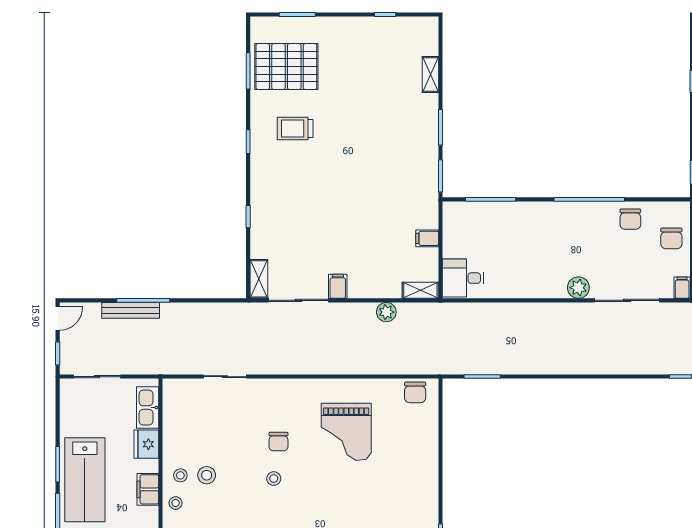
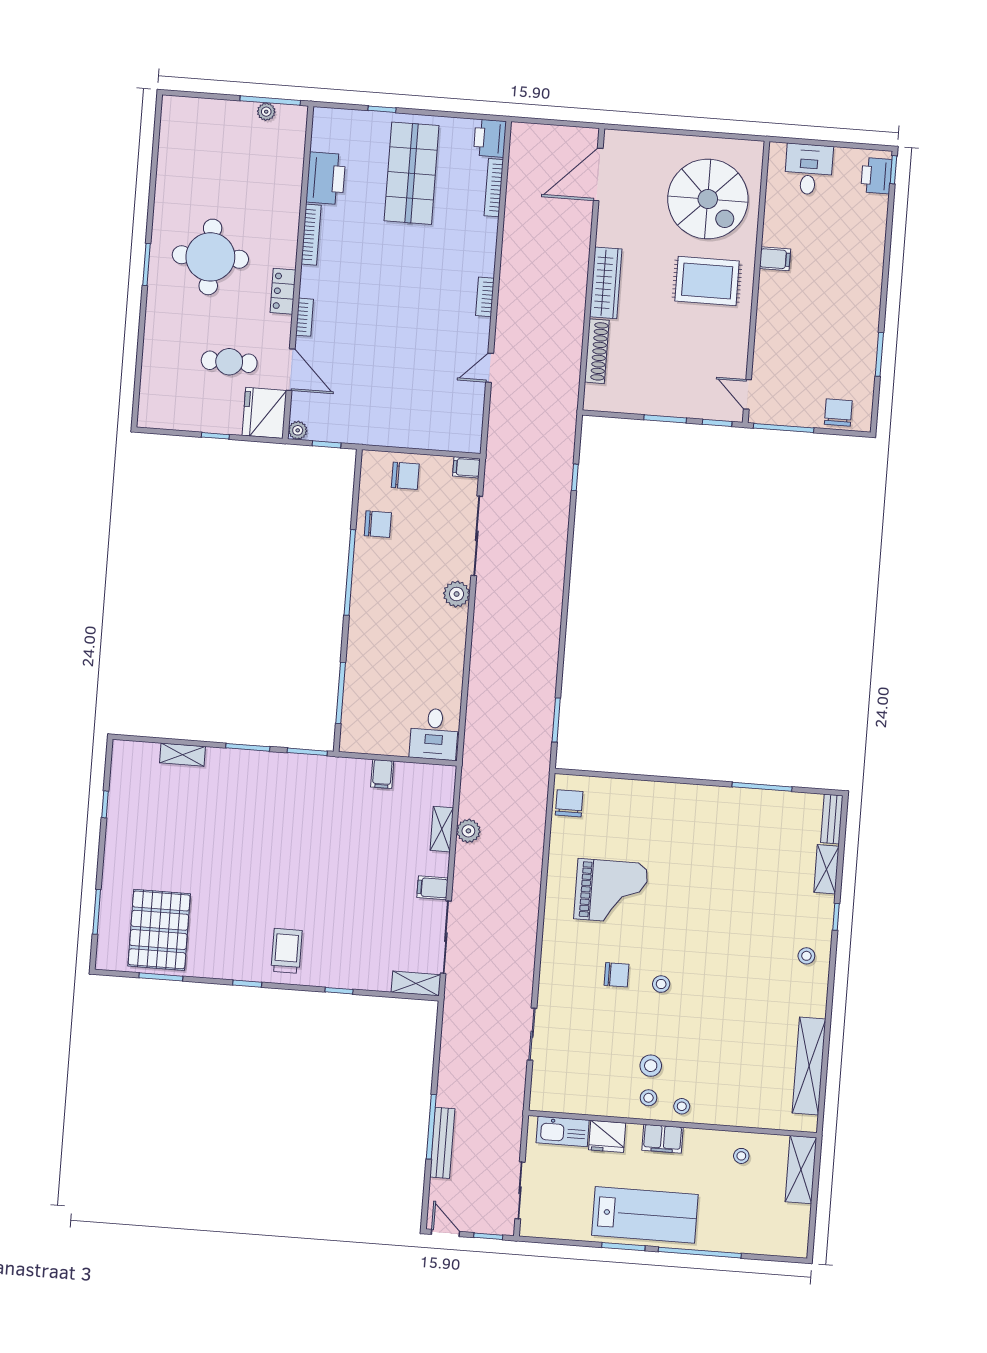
trolley: (295, 129) -> (287, 951), moved, turned 180
shelving: (420, 290) -> (442, 829), moved
chair: (415, 392) -> (569, 803), turned -90

